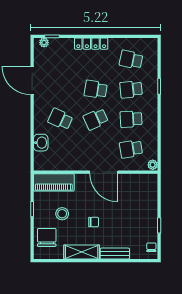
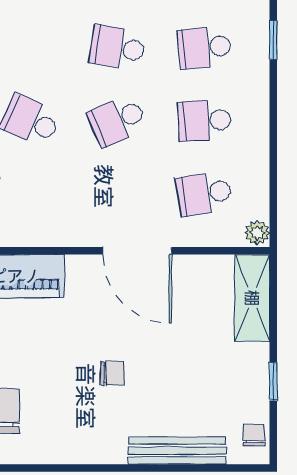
stool: (62, 214) -> (35, 353), removed
shelving: (82, 252) -> (252, 298), moved, turned 90
bench: (115, 253) -> (177, 451), width x1.36

